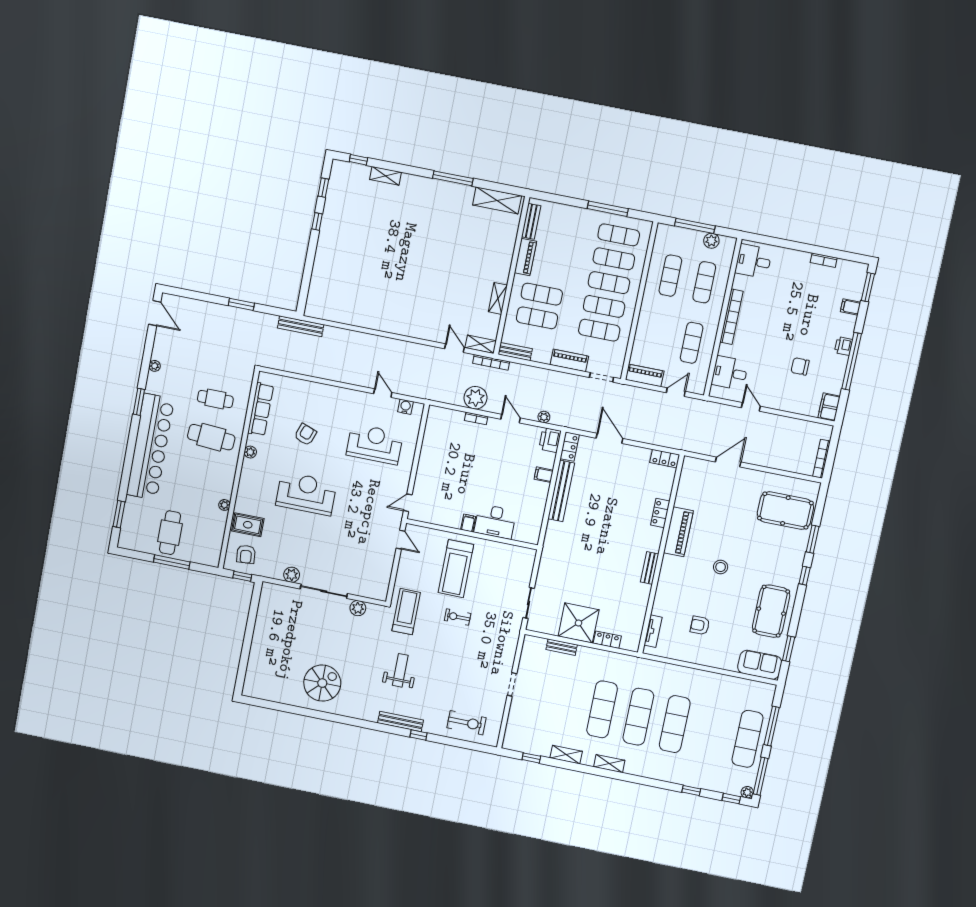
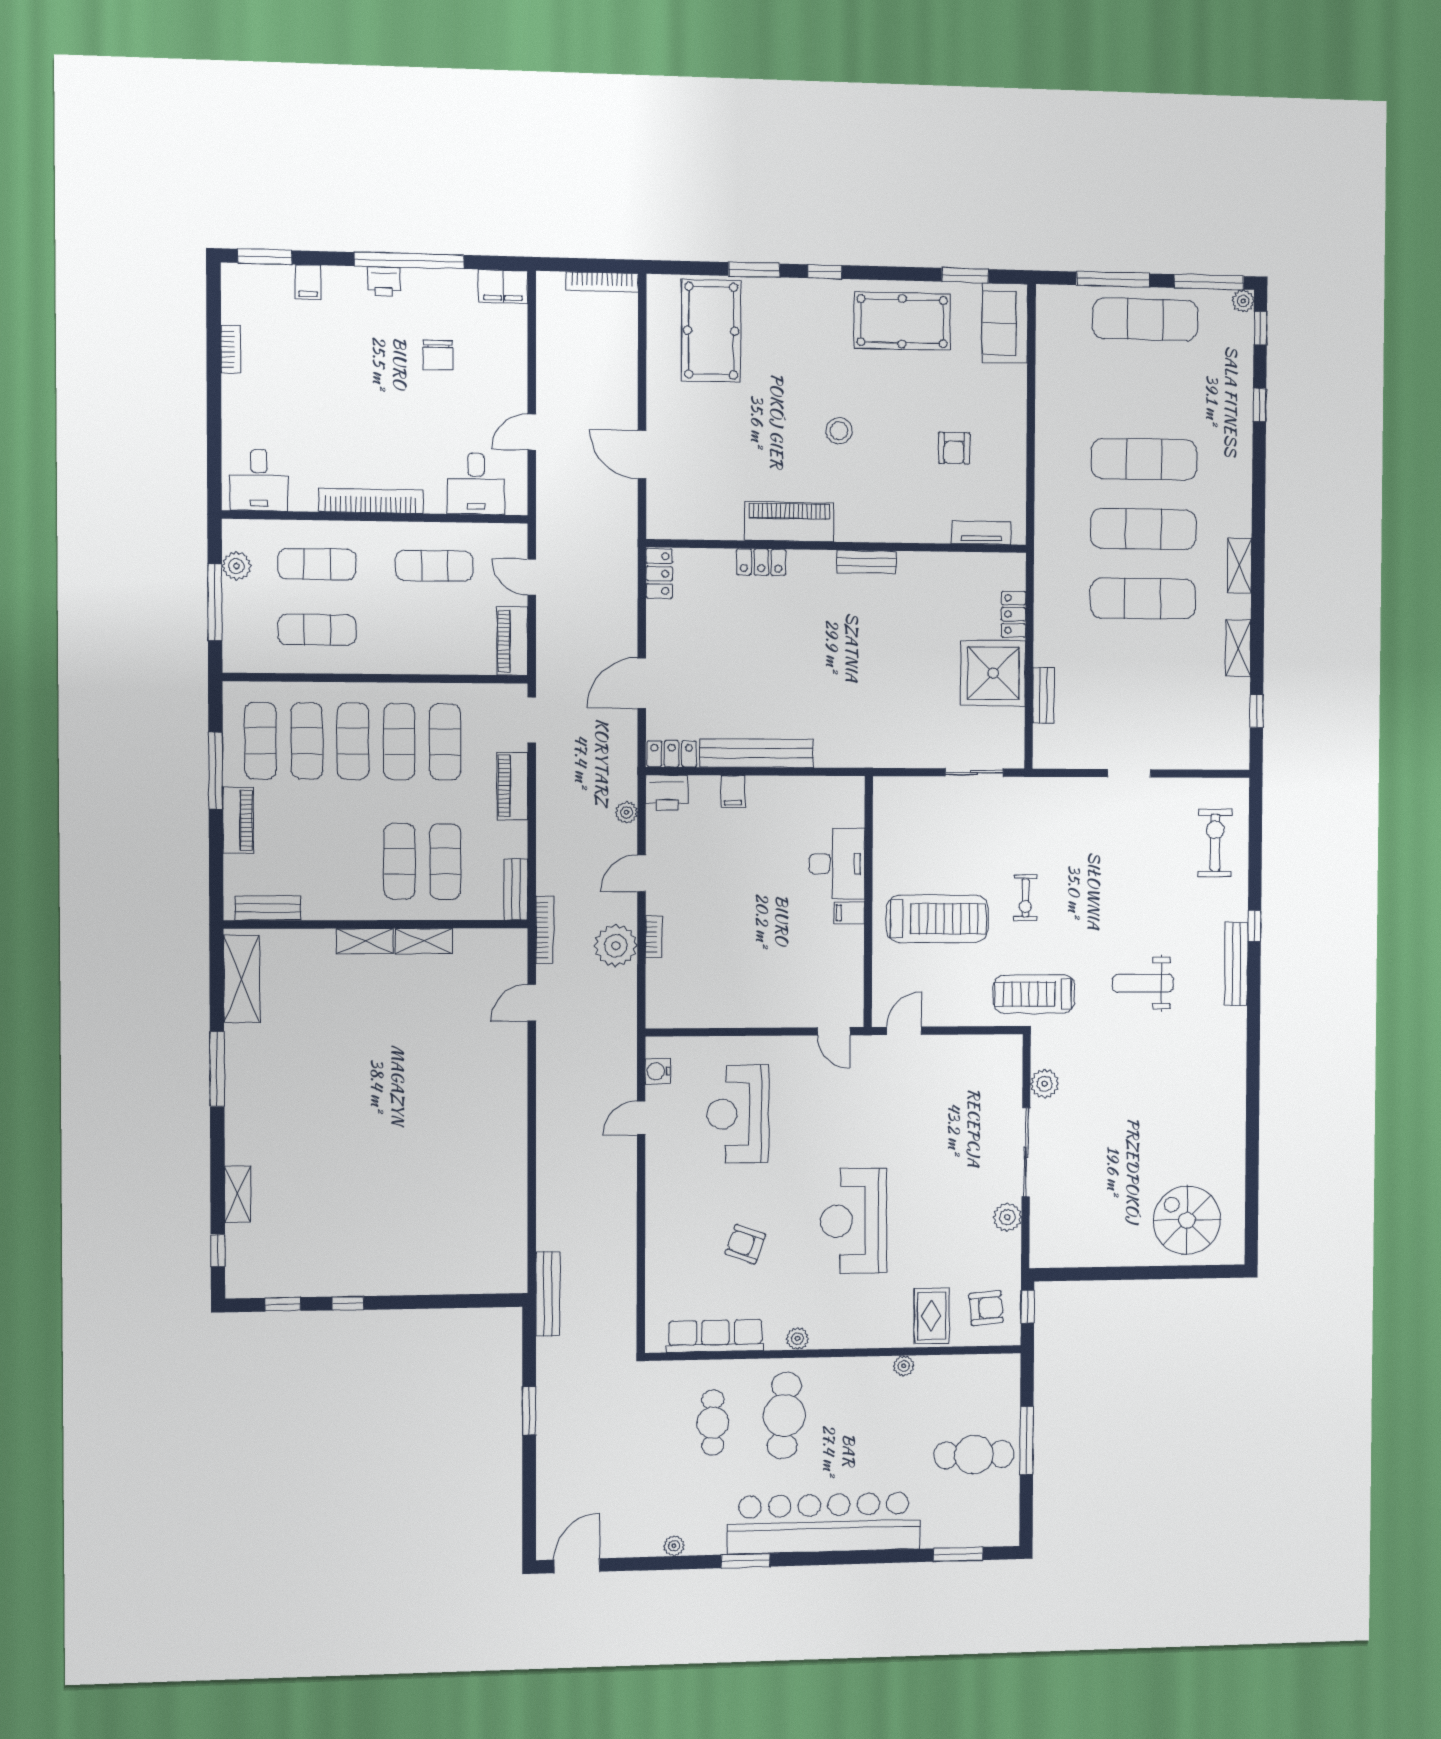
piano: (525, 257) -> (238, 820), moved, turned 90
shelving: (481, 344) -> (365, 941), moved, turned 90
spiral stairs: (322, 683) -> (1187, 1220), moved

